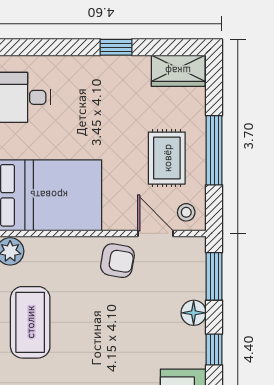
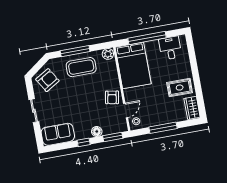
window: (116, 47) -> (197, 81), removed
rug: (167, 158) -> (180, 88), moved

